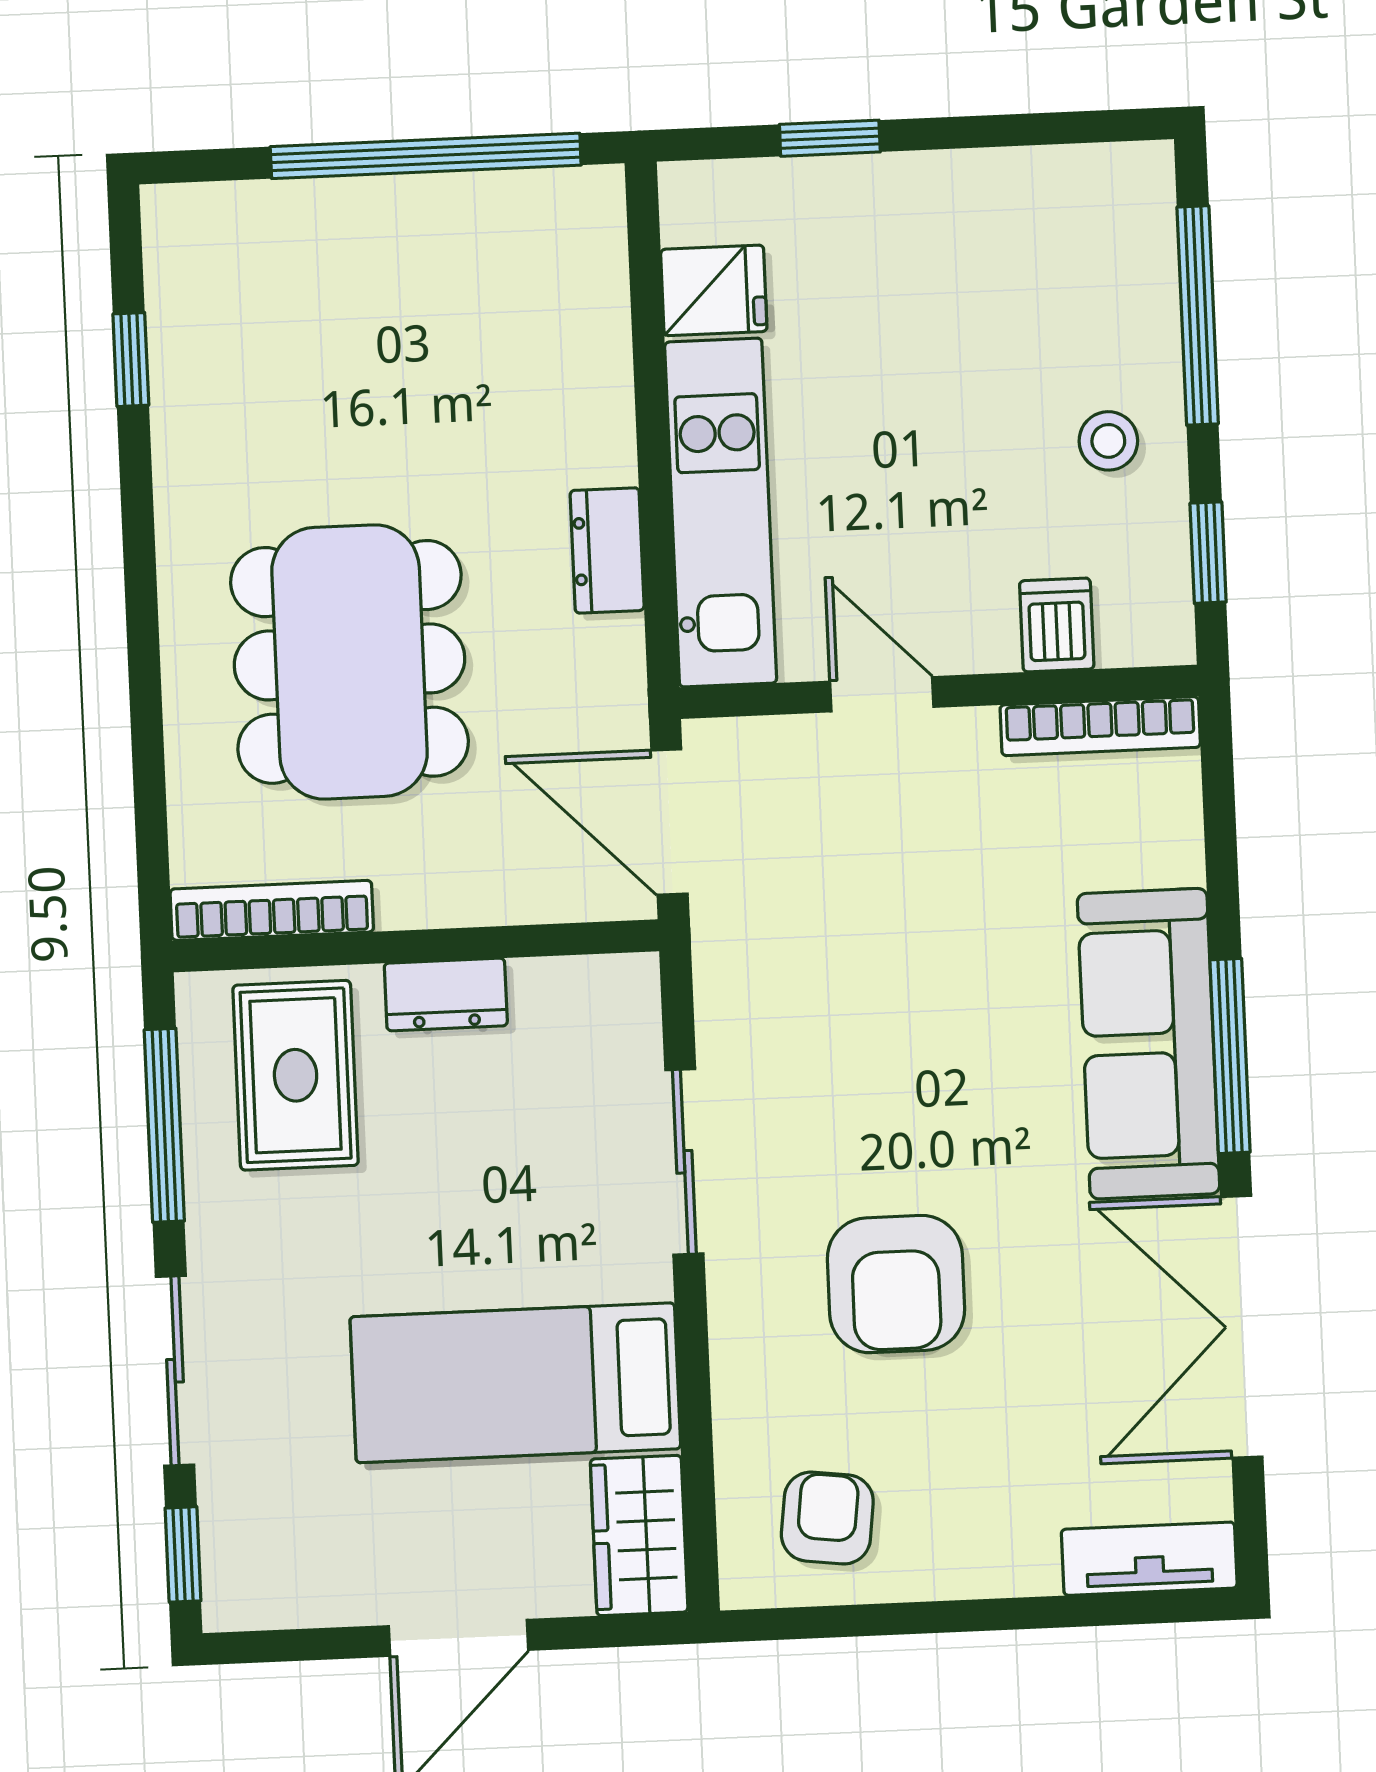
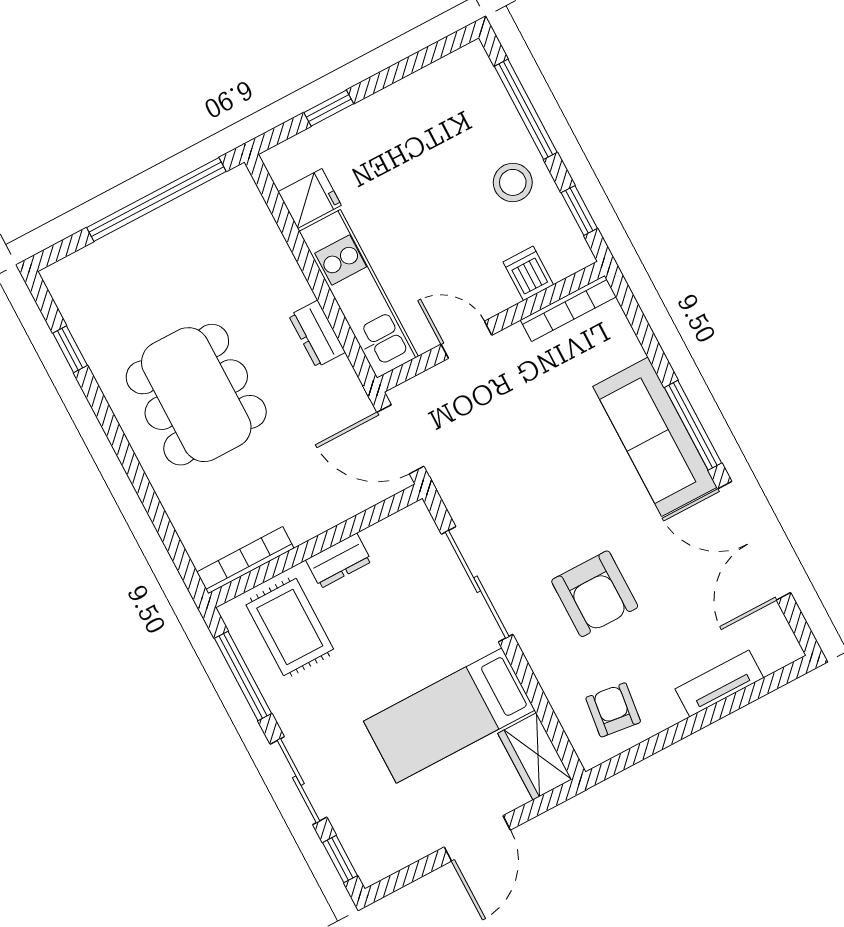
stool: (1108, 441) -> (513, 182), width x1.37, depth x1.37
dining table: (350, 662) -> (196, 395), moved
sliding door: (684, 1162) -> (477, 584), width x1.37
tv unit: (1149, 1559) -> (719, 683), moved

